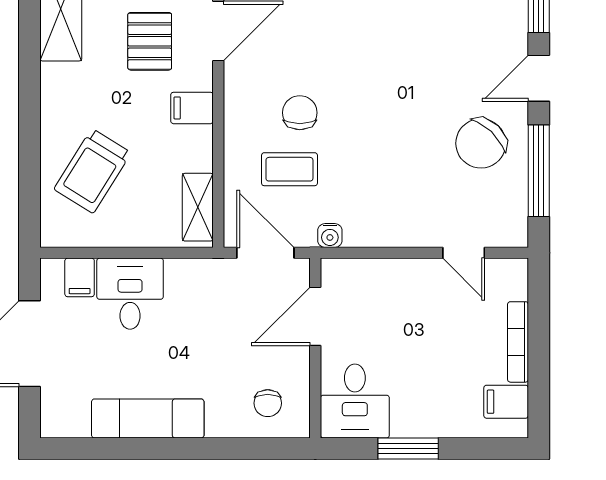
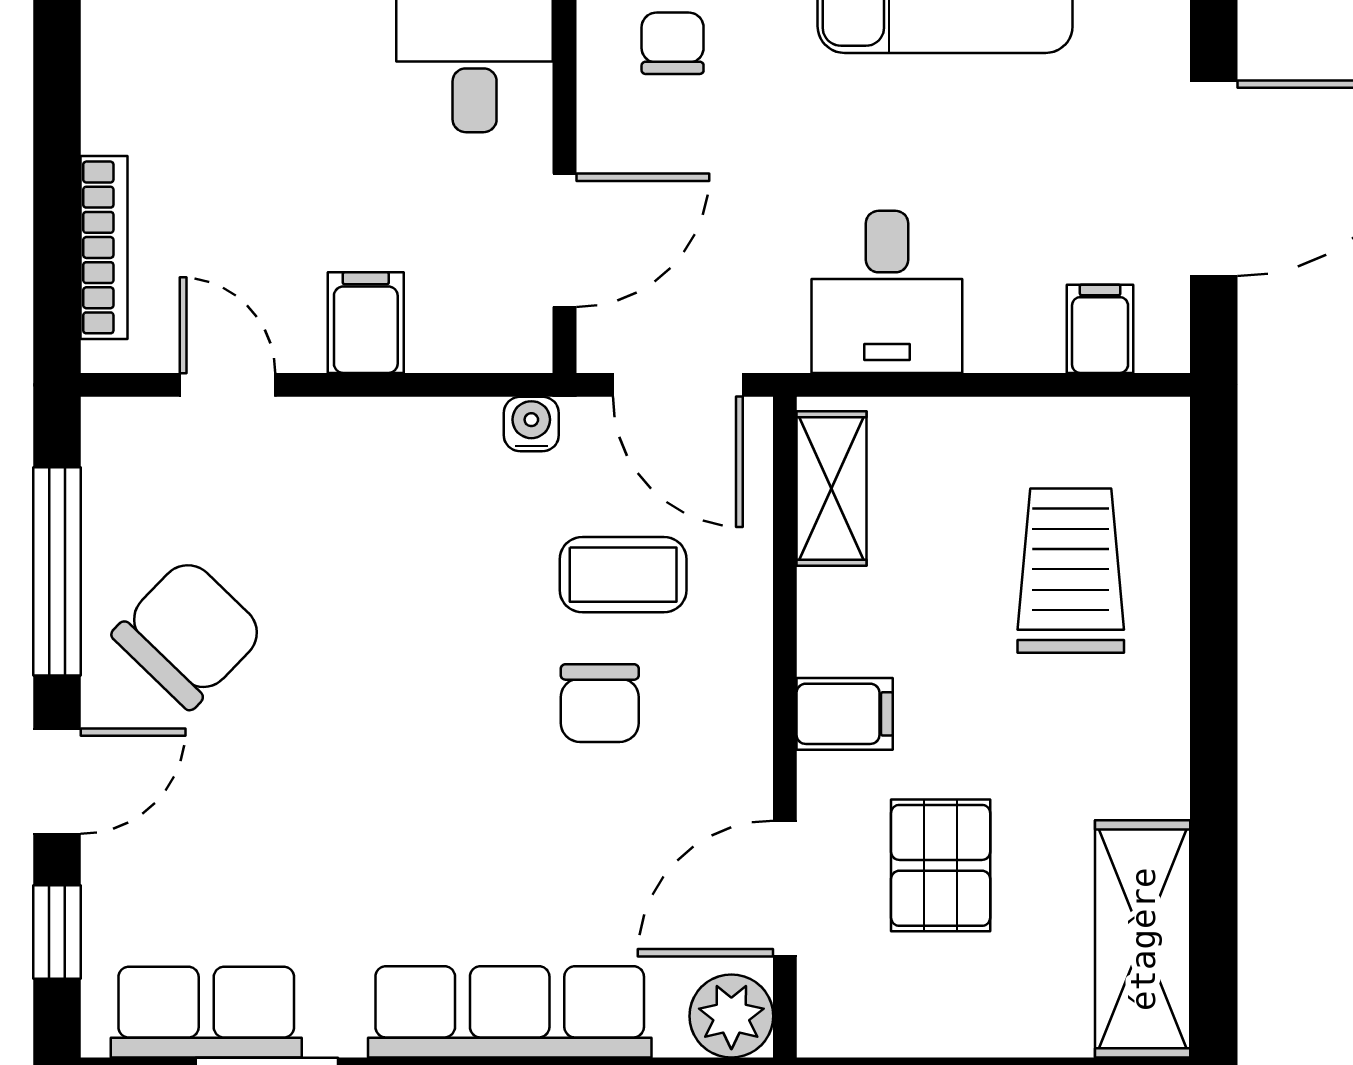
trolley: (92, 171) -> (1071, 571), turned -32
desk: (130, 294) -> (887, 292), moved
bookcase: (518, 342) -> (104, 247), moved
filing cabinet: (506, 402) -> (366, 323), moved, turned -90

